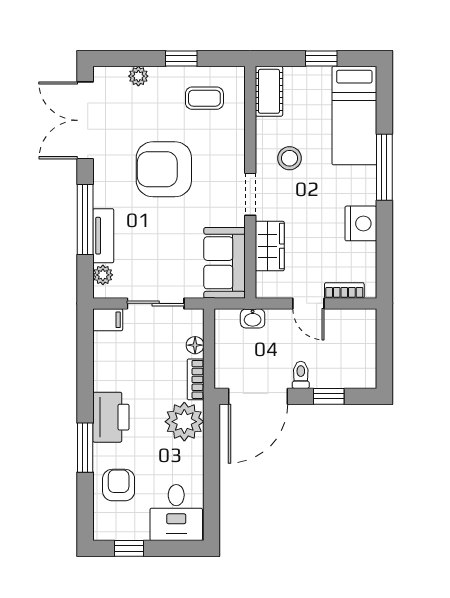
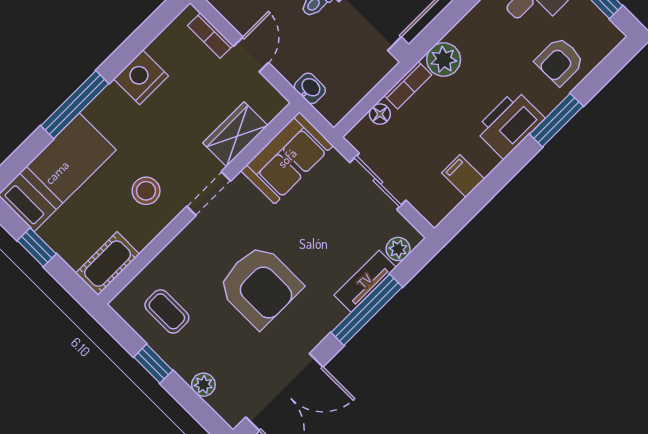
filing cabinet: (108, 320) -> (463, 176), moved
plant: (184, 422) -> (444, 59), width x0.73, depth x0.73

